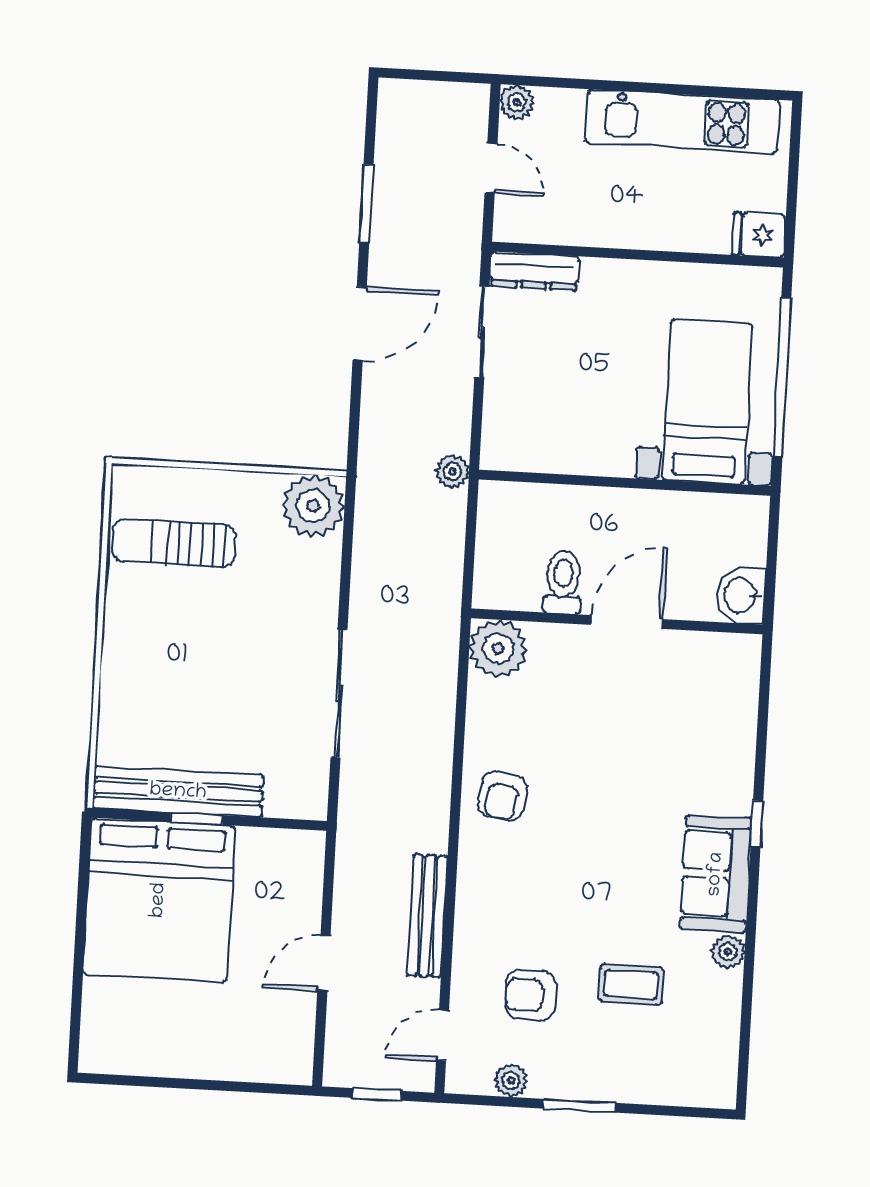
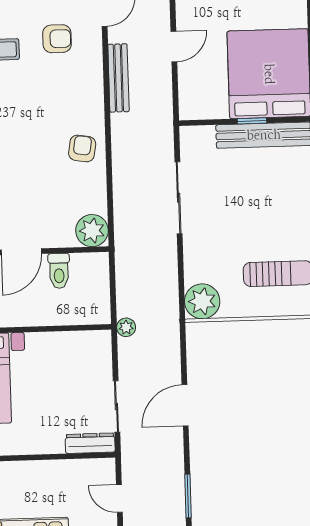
window: (366, 203) -> (188, 496), moved

